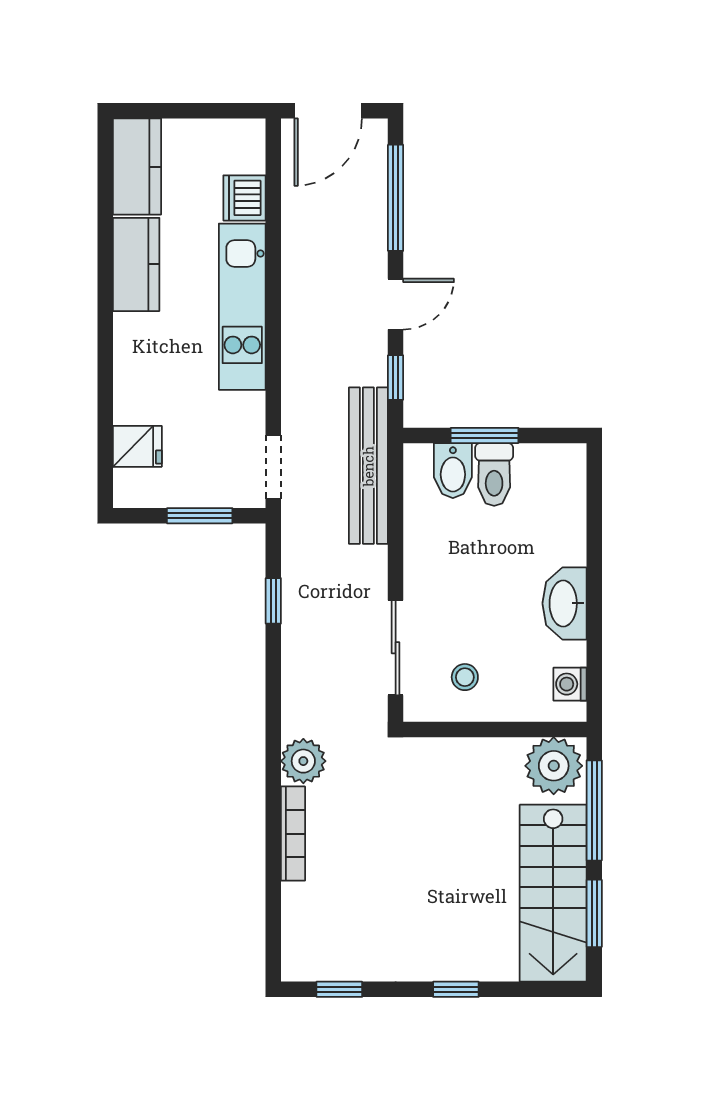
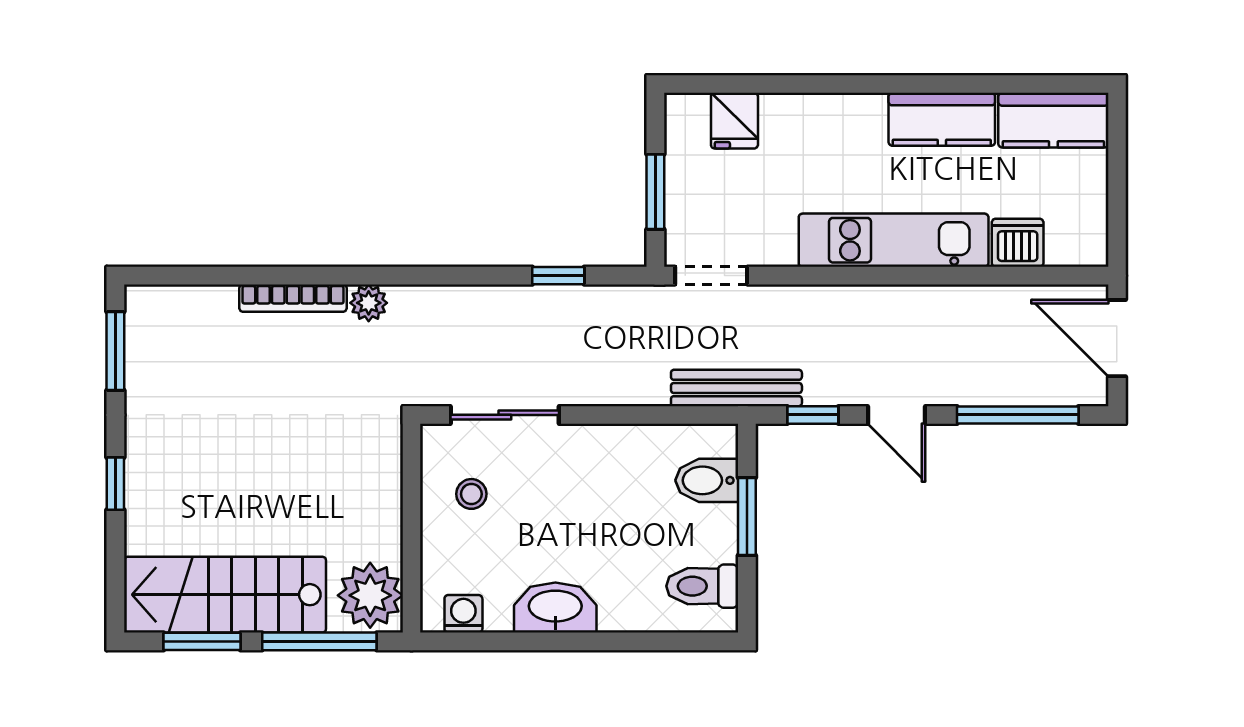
bench: (368, 466) -> (736, 388), width x0.73, depth x0.82
toilet: (494, 474) -> (702, 586), moved
plant: (303, 761) -> (369, 303), width x0.73, depth x0.73
window: (339, 989) -> (115, 351), width x1.50

